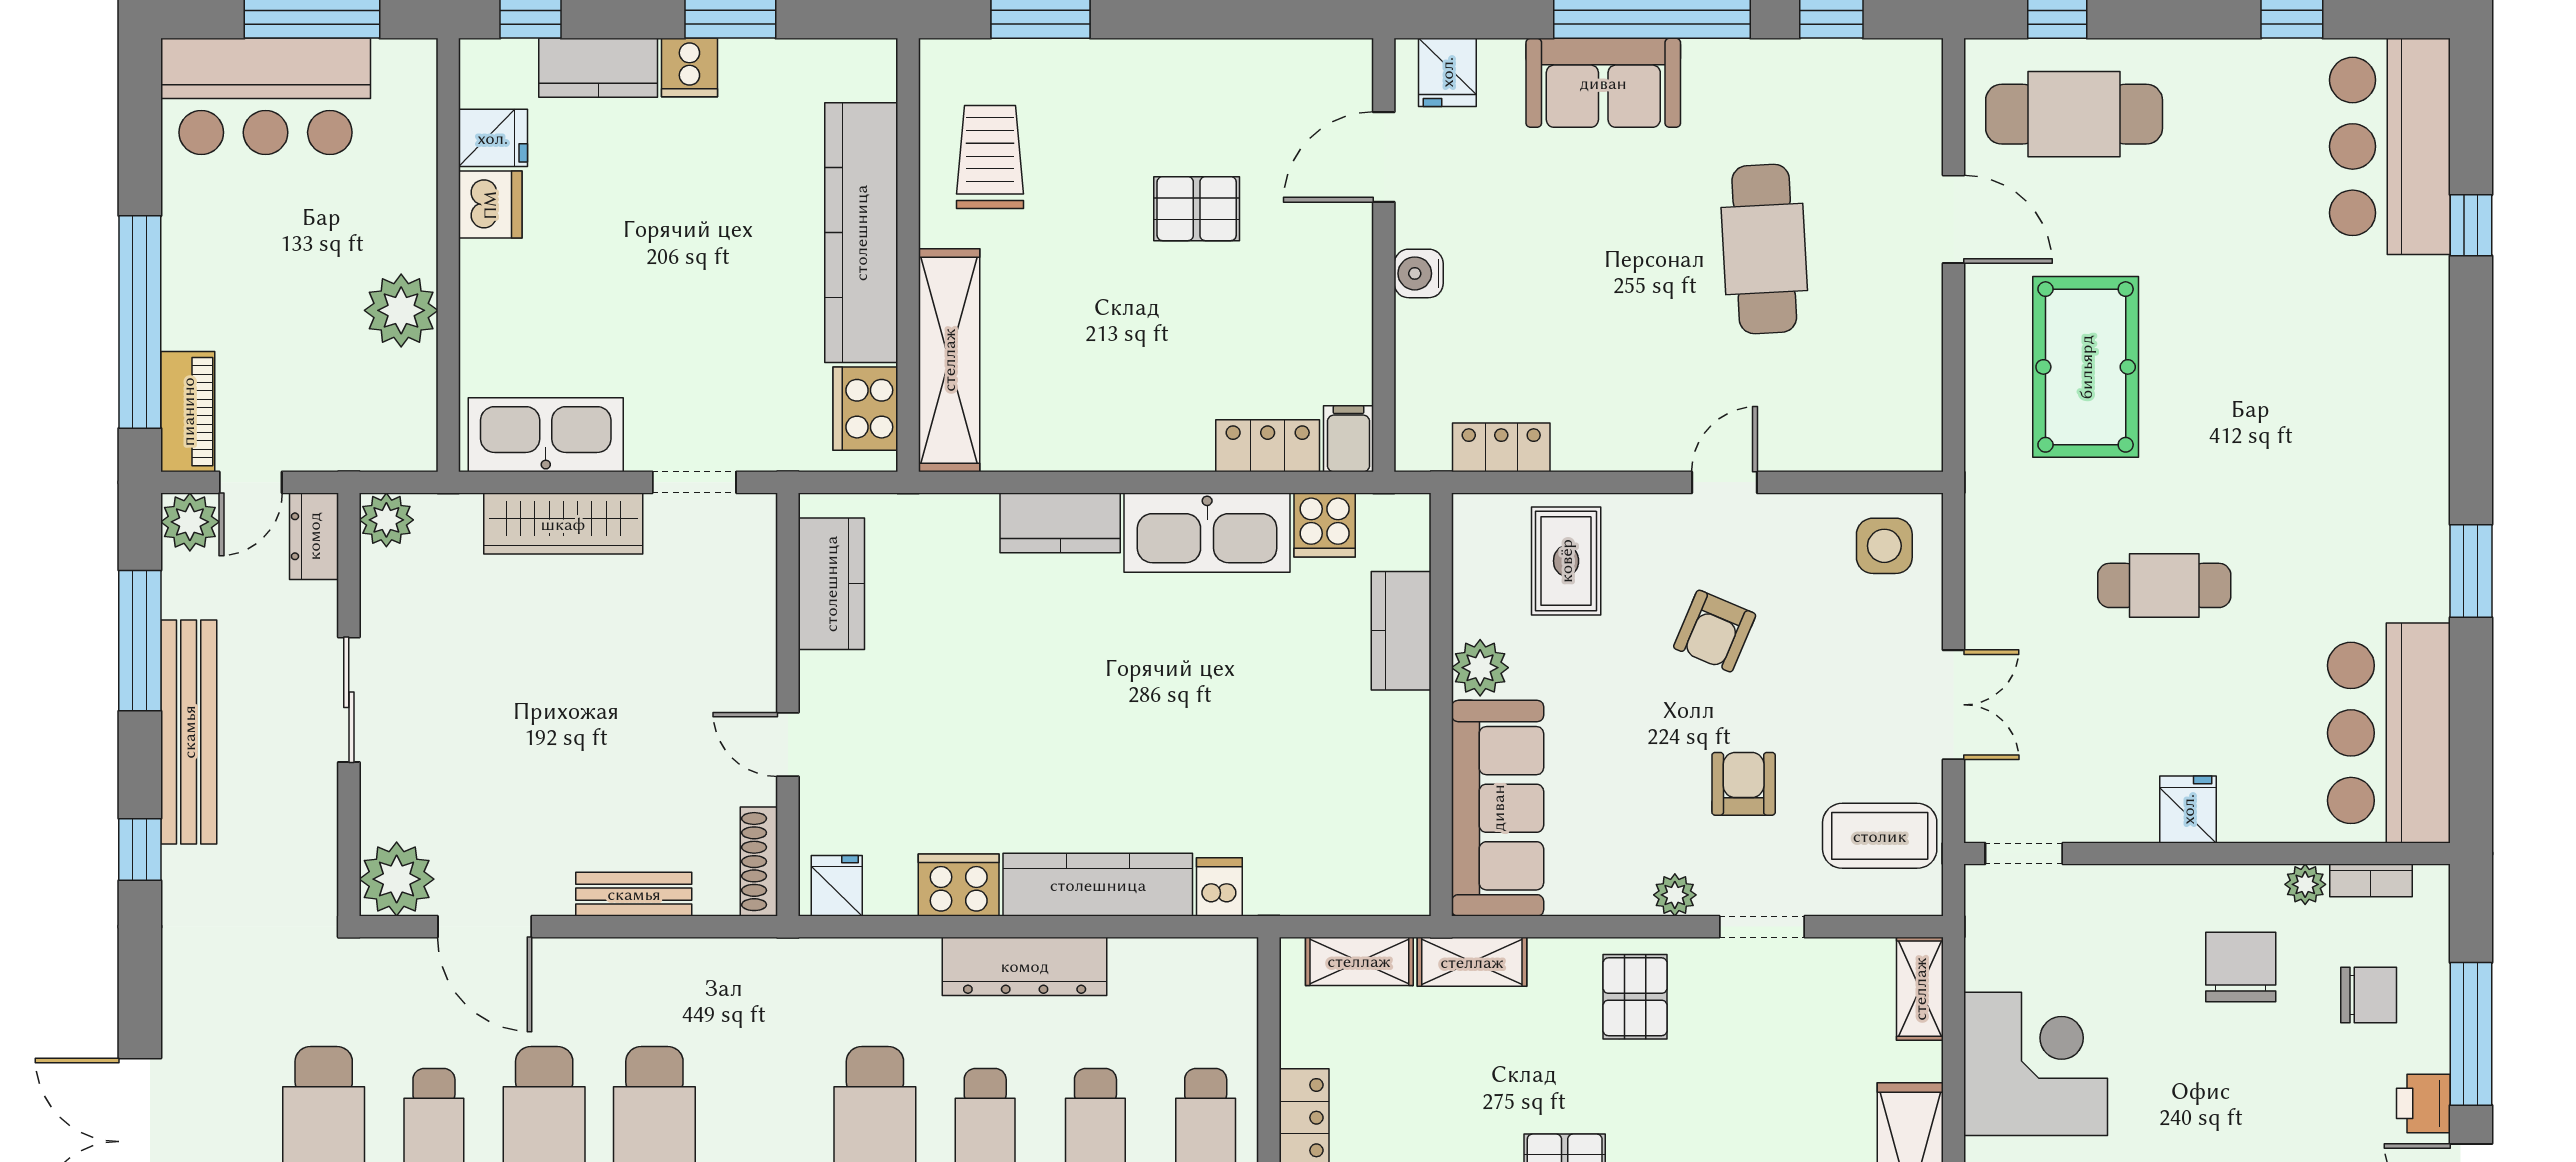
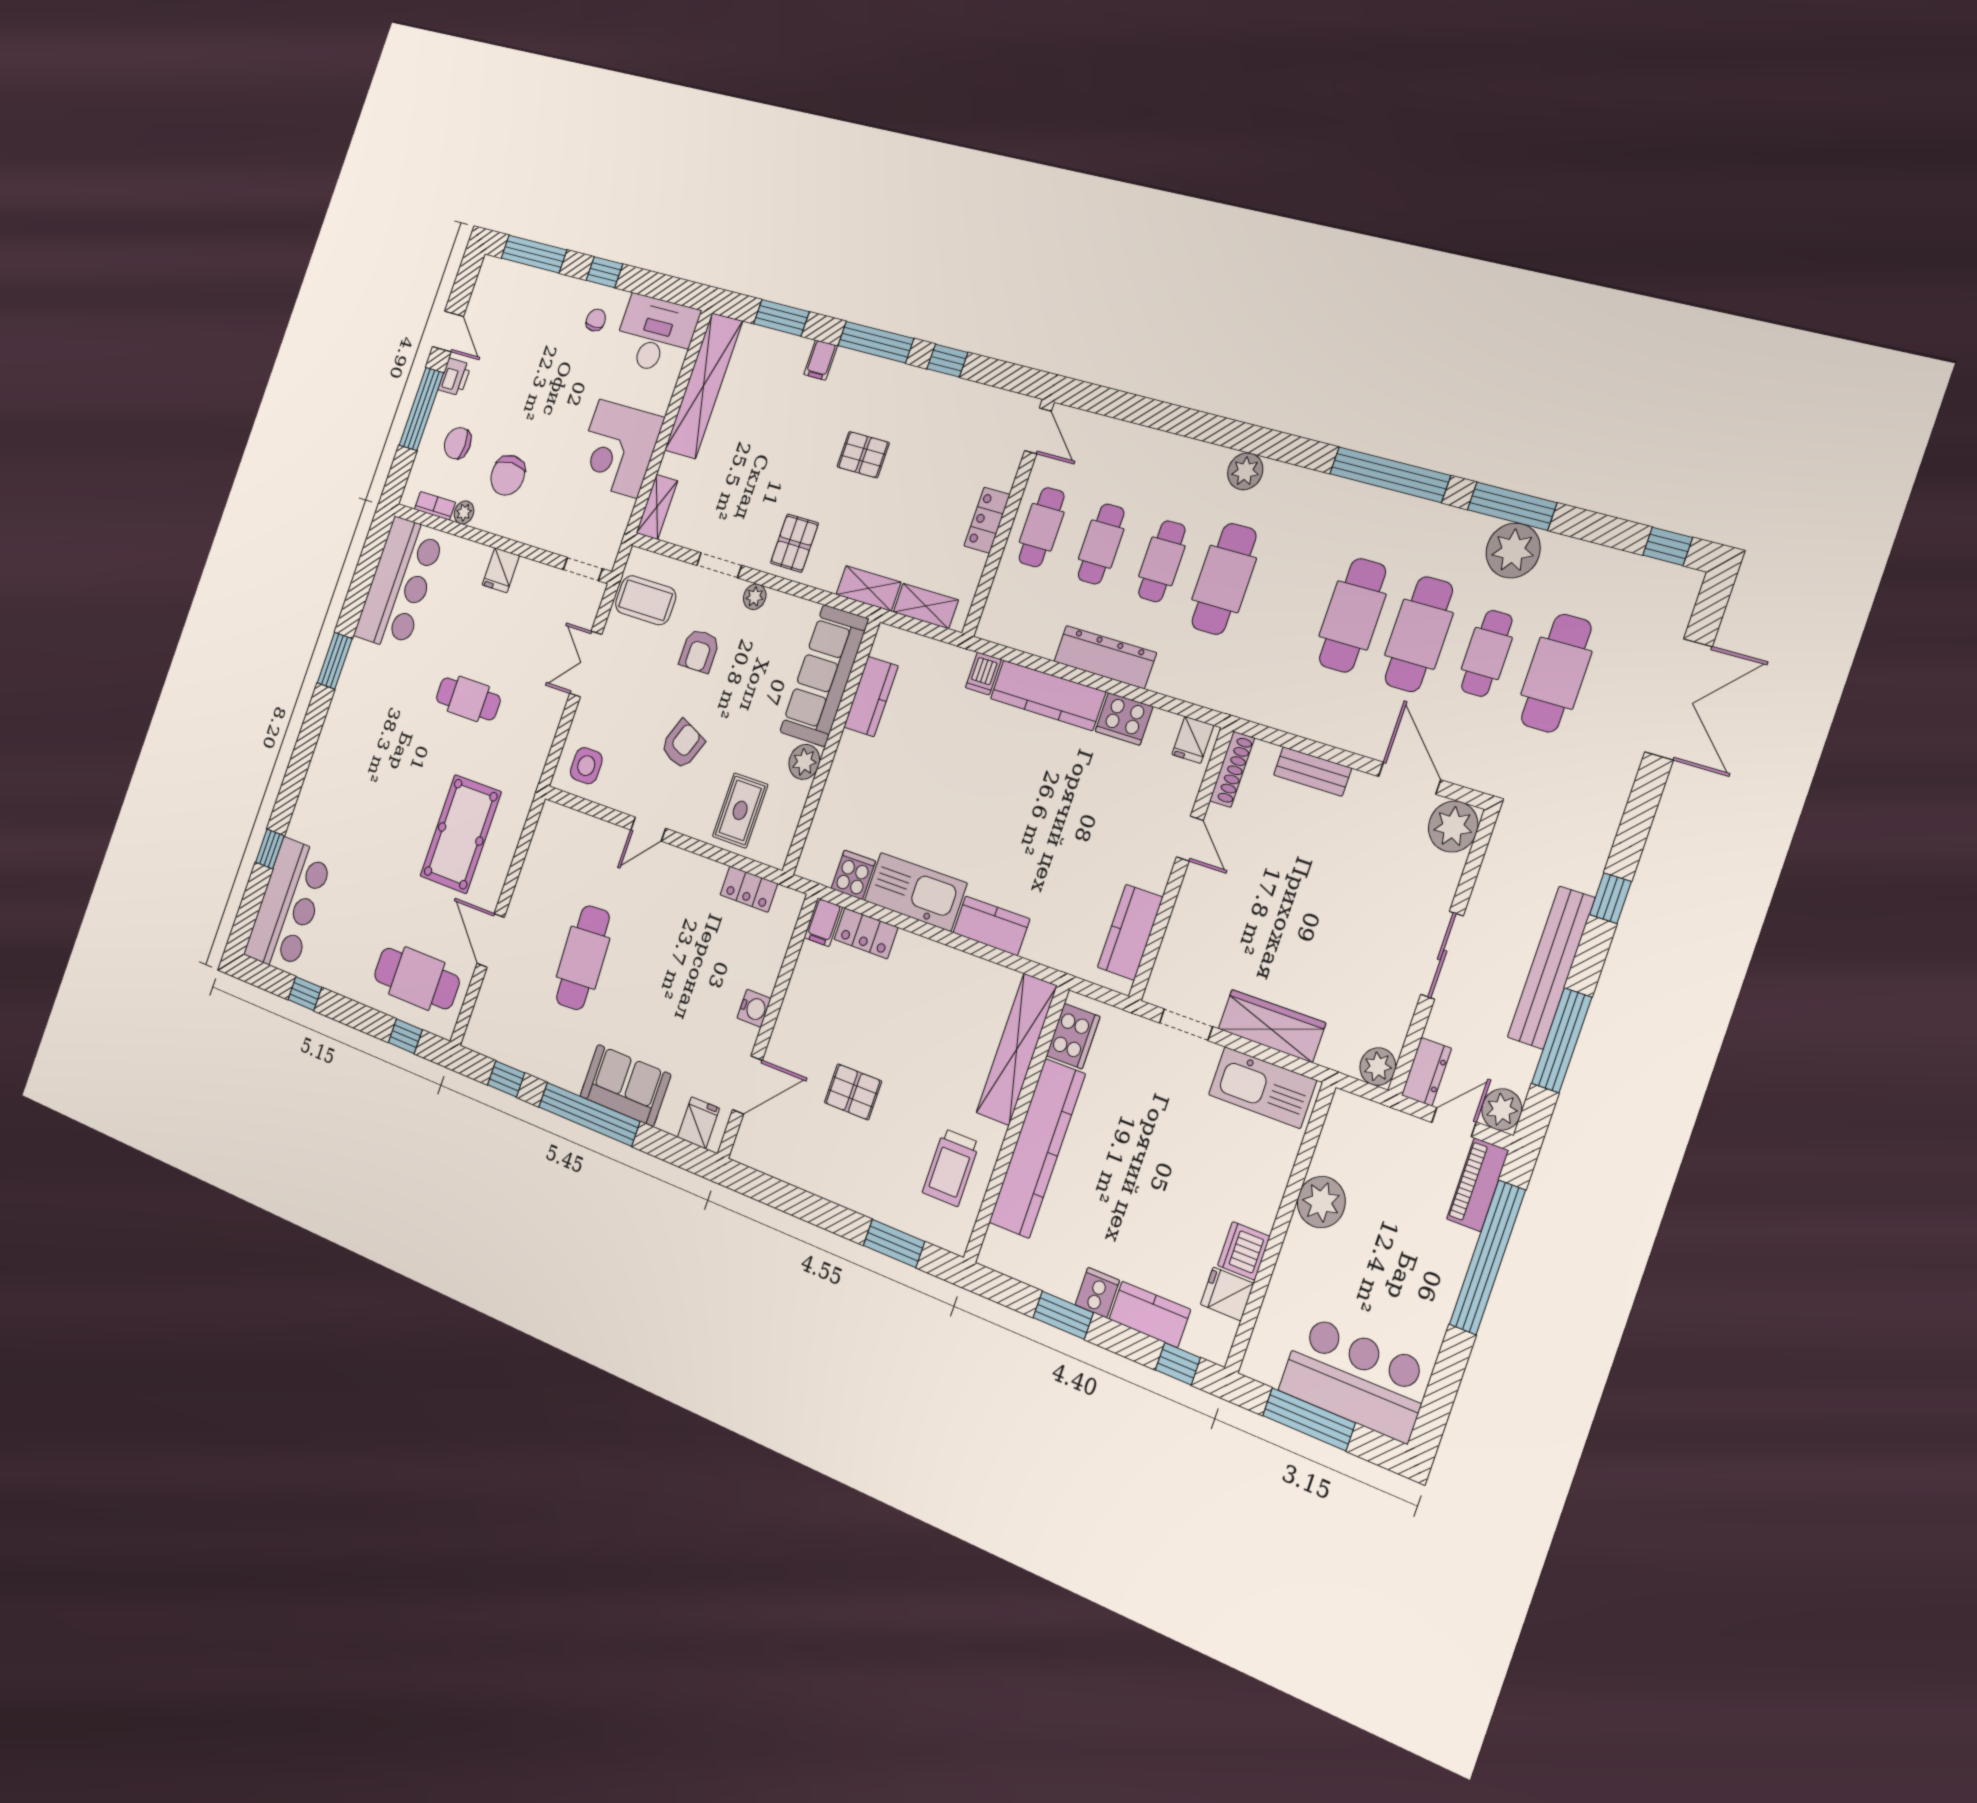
kitchen counter: (1401, 631) -> (871, 697), moved

